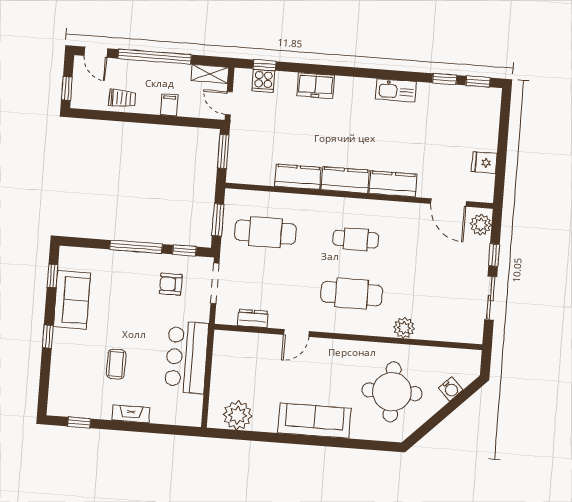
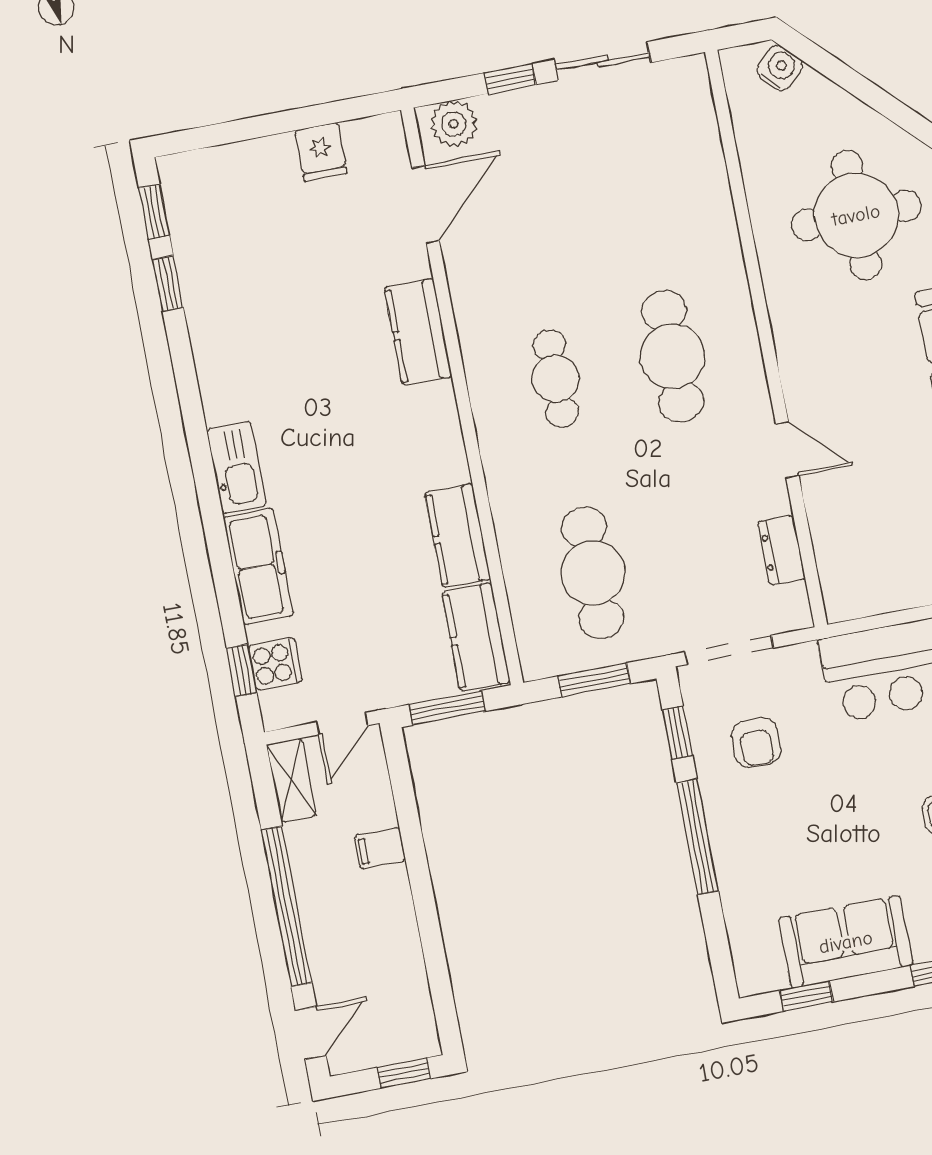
freezer: (316, 86) -> (258, 566), width x1.40
kitchen sink: (396, 90) -> (236, 468), moved
trolley: (122, 98) -> (393, 951), removed
kitchen counter: (345, 180) -> (476, 637), moved
plant: (404, 328) -> (715, 226), removed
water cooler: (451, 389) -> (780, 68), moved

